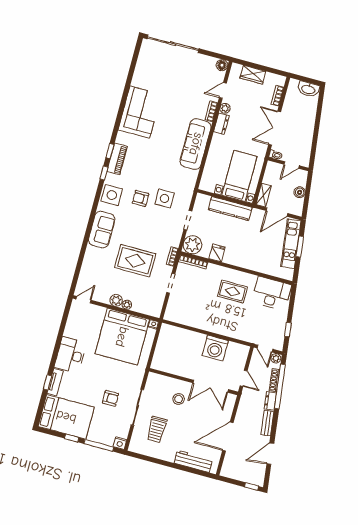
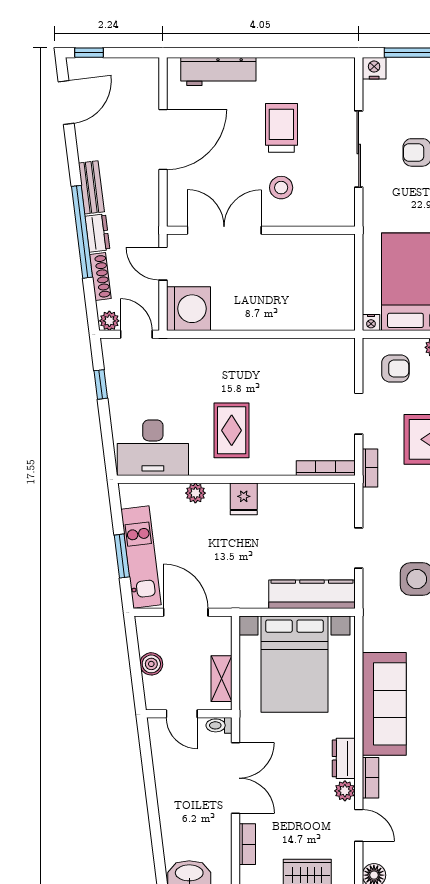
door: (223, 90) -> (359, 825), hinge flipped
door: (292, 165) -> (182, 714), swing flipped
bed with nightstands: (239, 176) -> (295, 664), width x1.36
shelving: (264, 195) -> (221, 679), moved
kitchen counter: (230, 209) -> (312, 594), moved
door: (277, 212) -> (186, 612), hinge flipped
plant: (192, 245) -> (195, 493), moved, width x0.53, depth x0.53
fridge: (217, 253) -> (244, 499), moved
rug: (232, 292) -> (232, 430), turned 90
armchair: (148, 300) -> (395, 368), added
washing machine: (215, 348) -> (188, 309), moved, turned 90
window: (280, 386) -> (82, 232), moved
trolley: (157, 430) -> (281, 128), moved
door: (270, 454) -> (66, 102), moved

